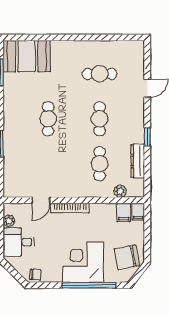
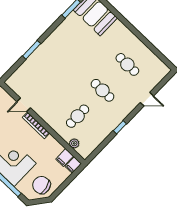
cafe table: (48, 119) -> (73, 62), removed
cafe table: (100, 119) -> (102, 90), turned 90
dresser: (138, 161) -> (101, 136), removed

